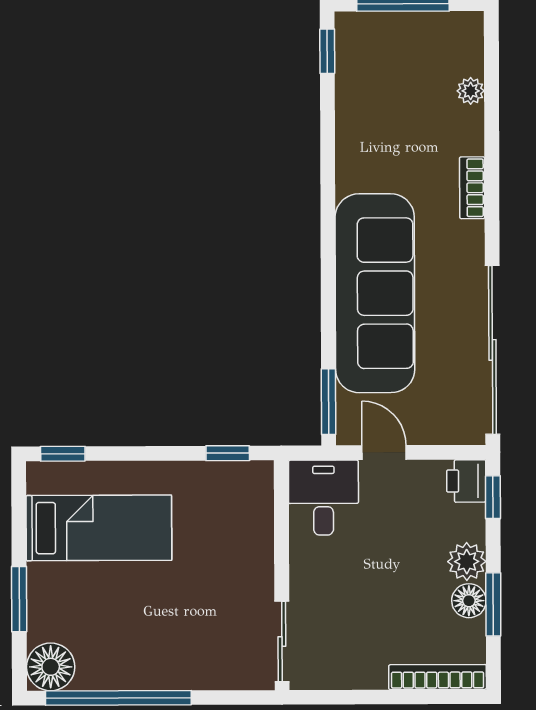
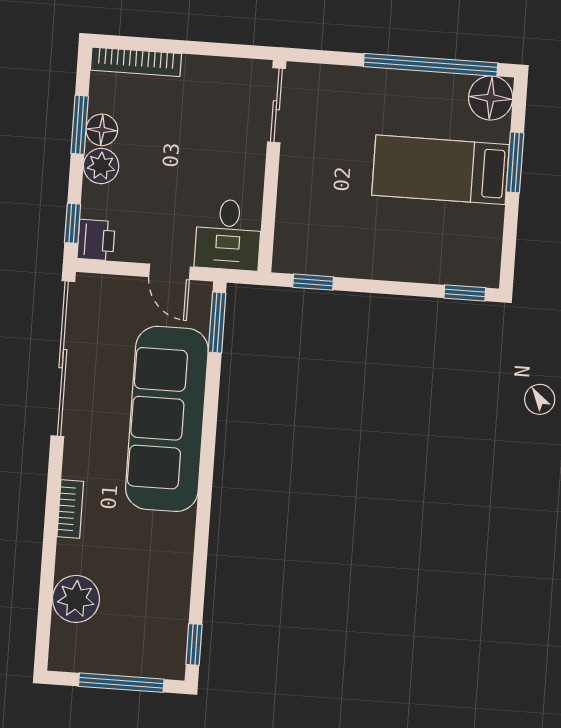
plant: (471, 91) -> (76, 599), width x1.88, depth x1.88
bed: (99, 528) -> (441, 170), moved

